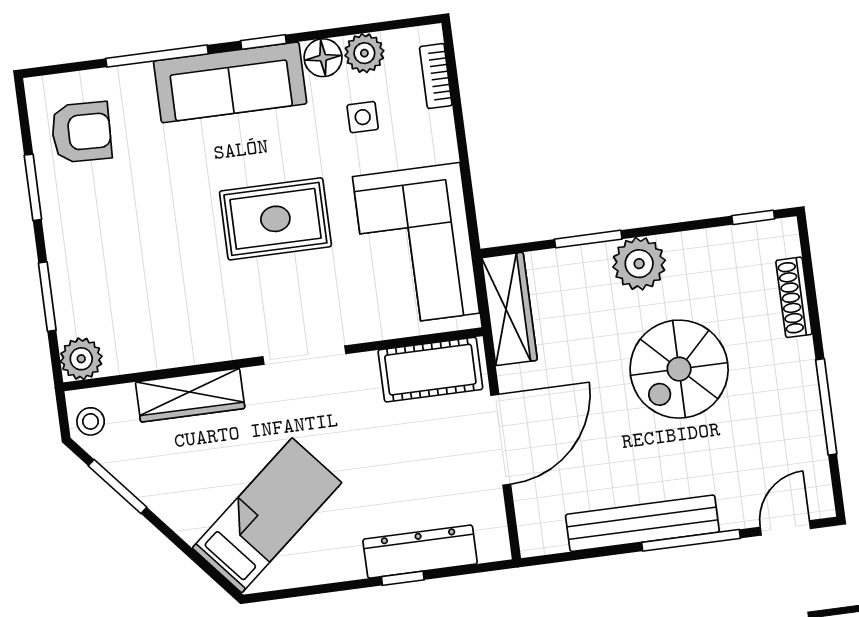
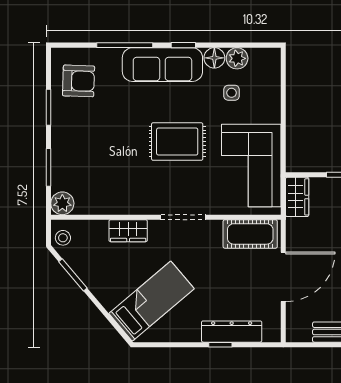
bookcase: (436, 76) -> (274, 76), removed
wardrobe: (509, 309) -> (297, 197), width x0.67
wardrobe: (190, 395) -> (128, 231), width x0.67

